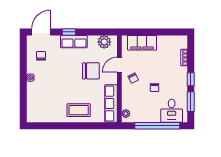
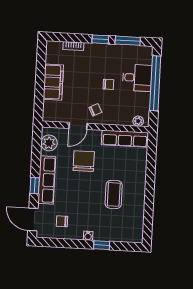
row of seats: (74, 42) -> (47, 180), width x1.48
filing cabinet: (142, 43) -> (53, 82), moved
door: (119, 65) -> (78, 126), hinge flipped
window: (23, 89) -> (102, 245), added
coffee table: (79, 110) -> (114, 194), moved
desk: (172, 111) -> (137, 78), moved

